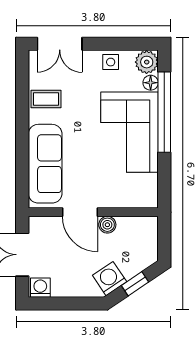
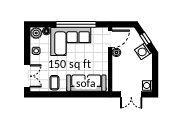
window: (164, 112) -> (76, 24), moved
door: (80, 212) -> (110, 39), moved

